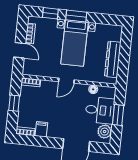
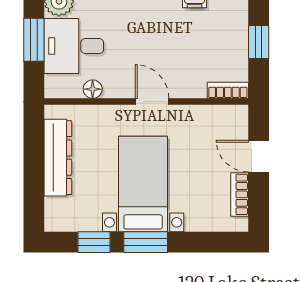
window: (50, 13) -> (94, 242), moved
door: (66, 81) -> (152, 102), hinge flipped

